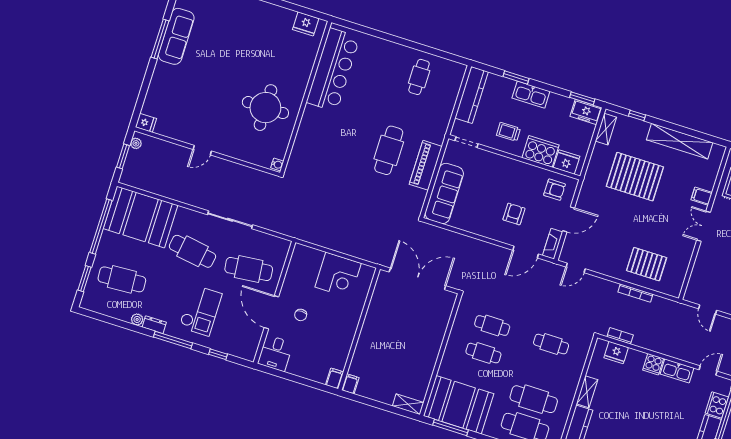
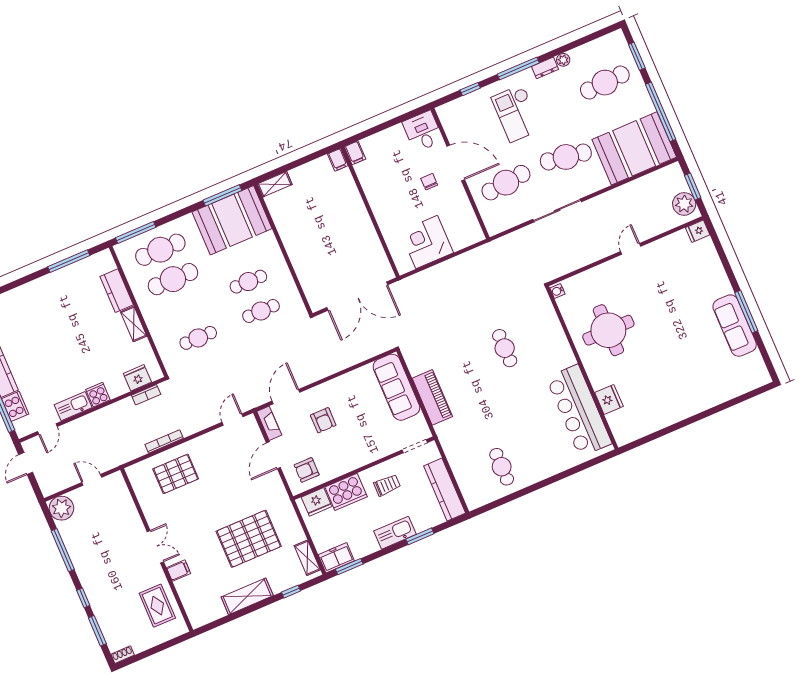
fridge: (306, 24) -> (609, 399), moved, turned 90
shelving: (680, 141) -> (247, 596), width x0.68
plant: (136, 143) -> (684, 204), width x1.87, depth x1.87
cafe table: (389, 150) -> (505, 348), moved, width x0.73, depth x0.74

